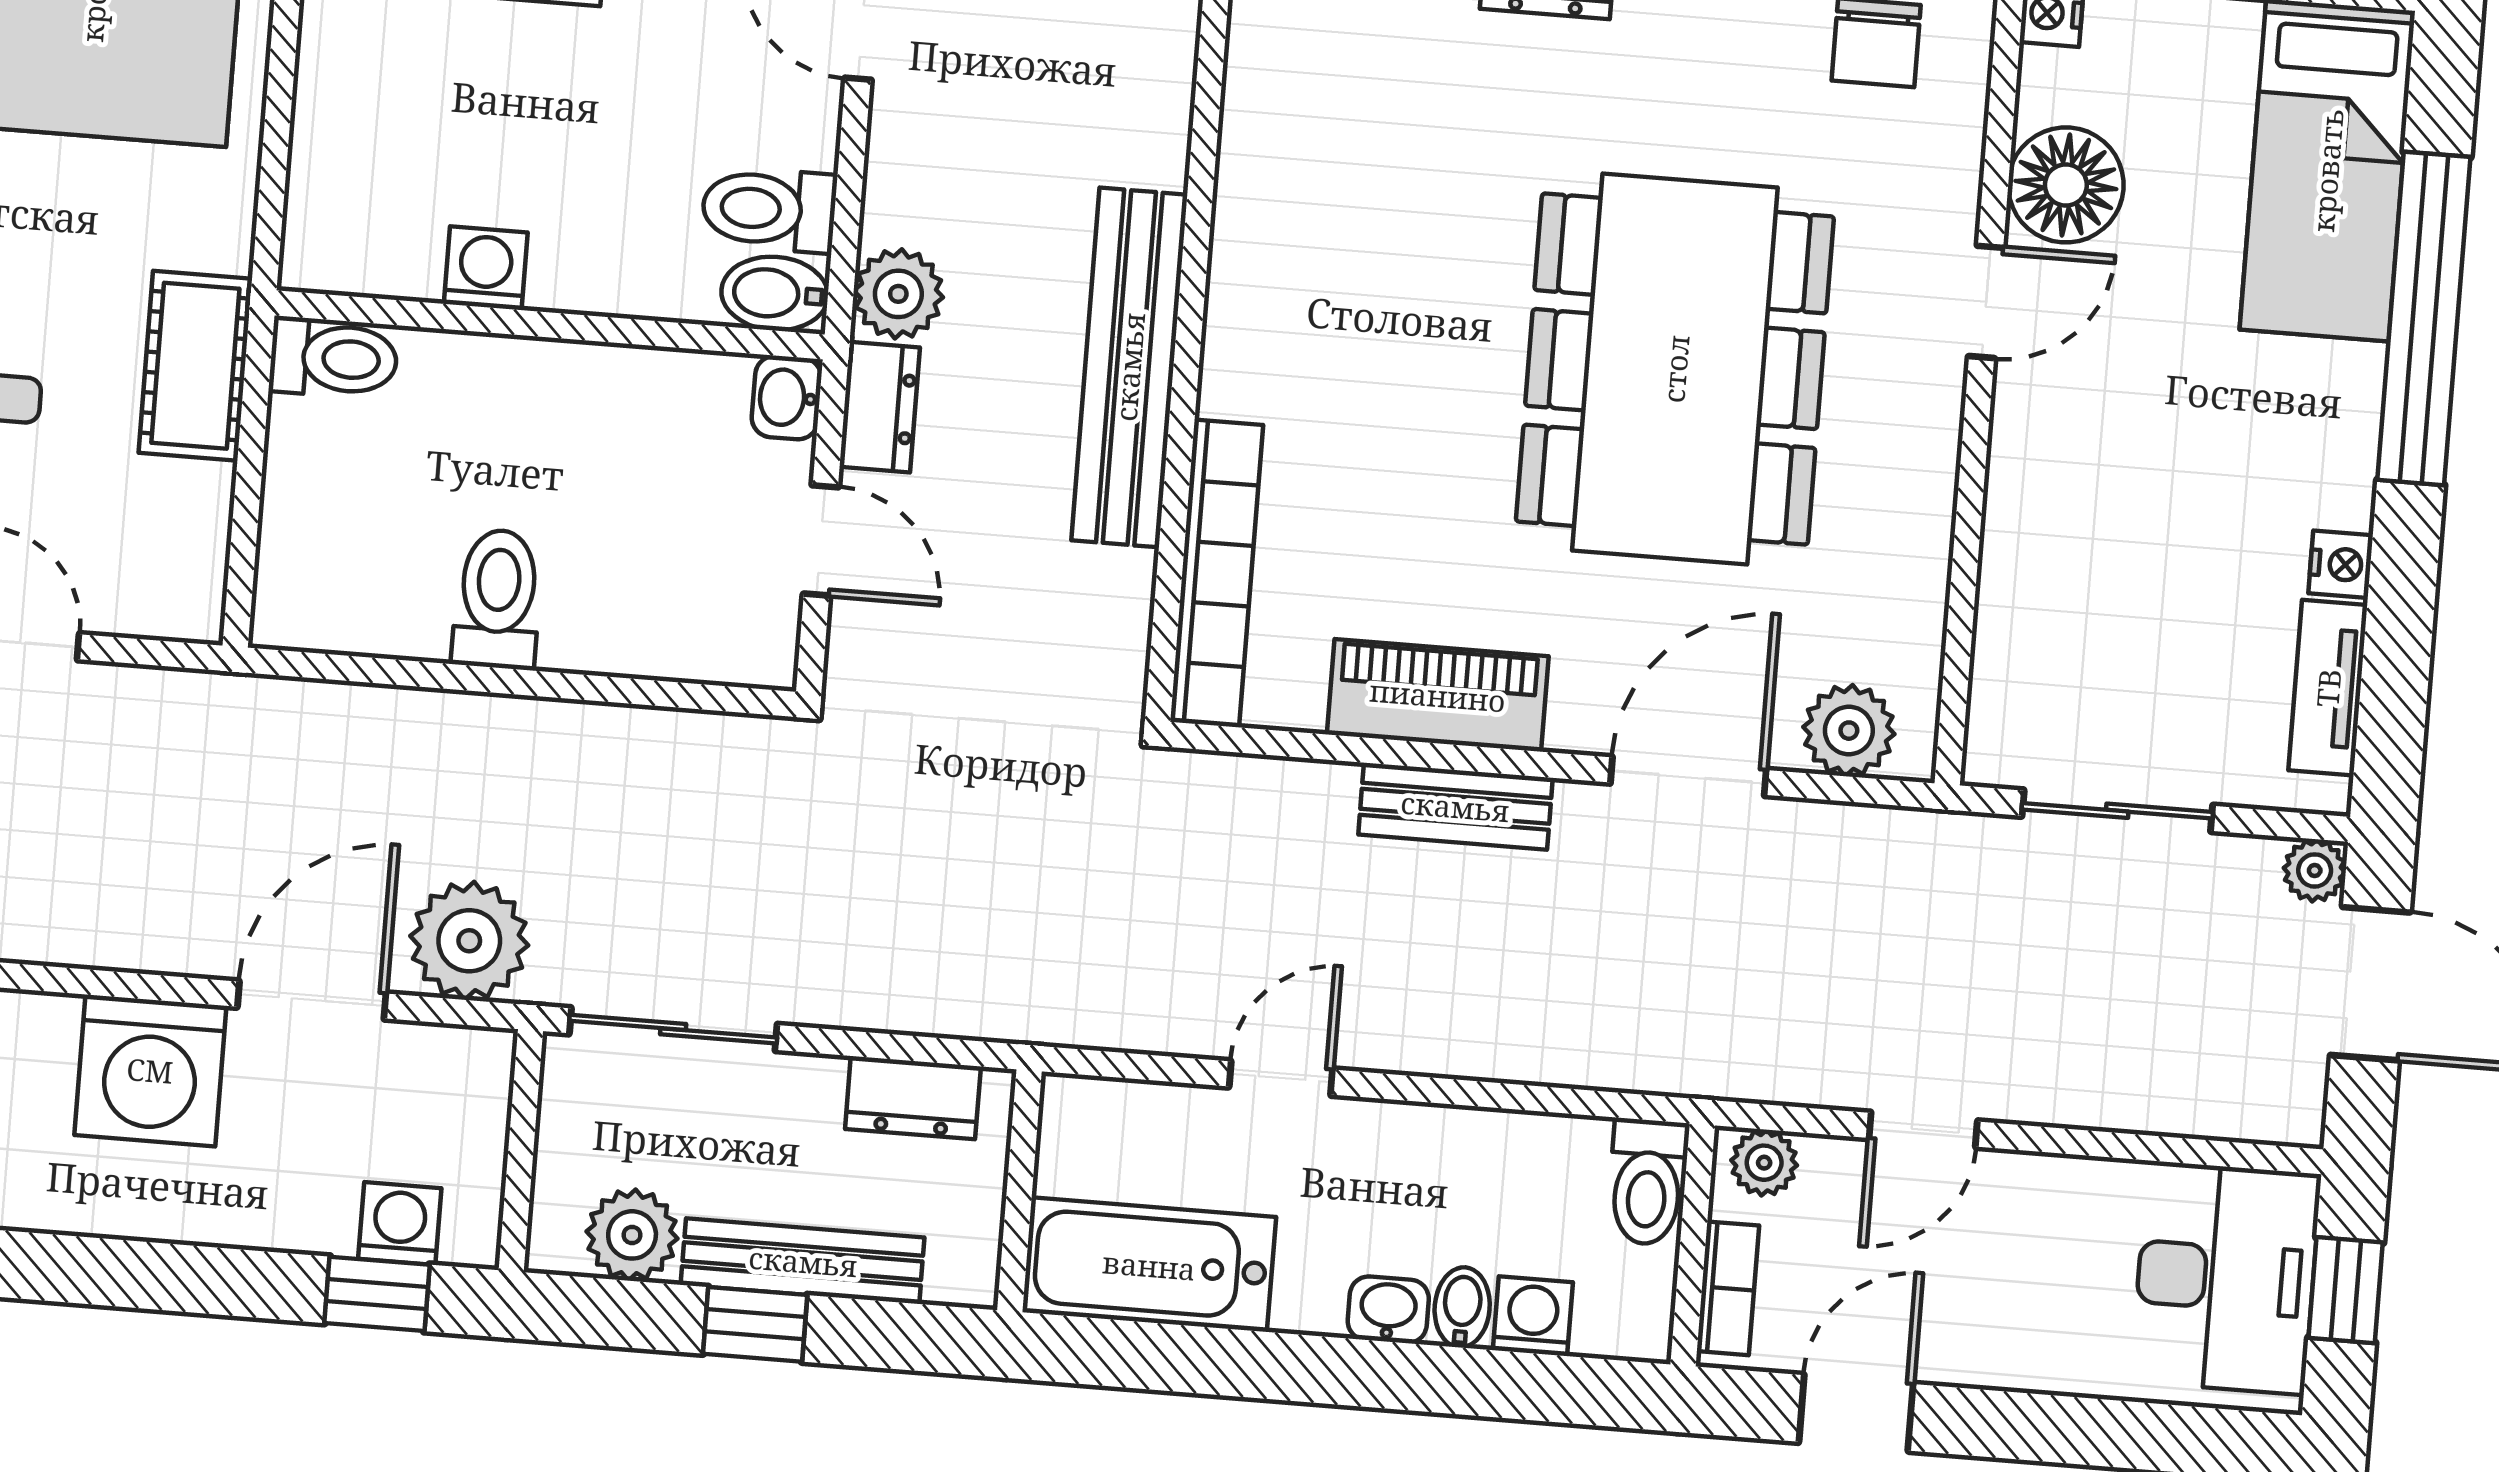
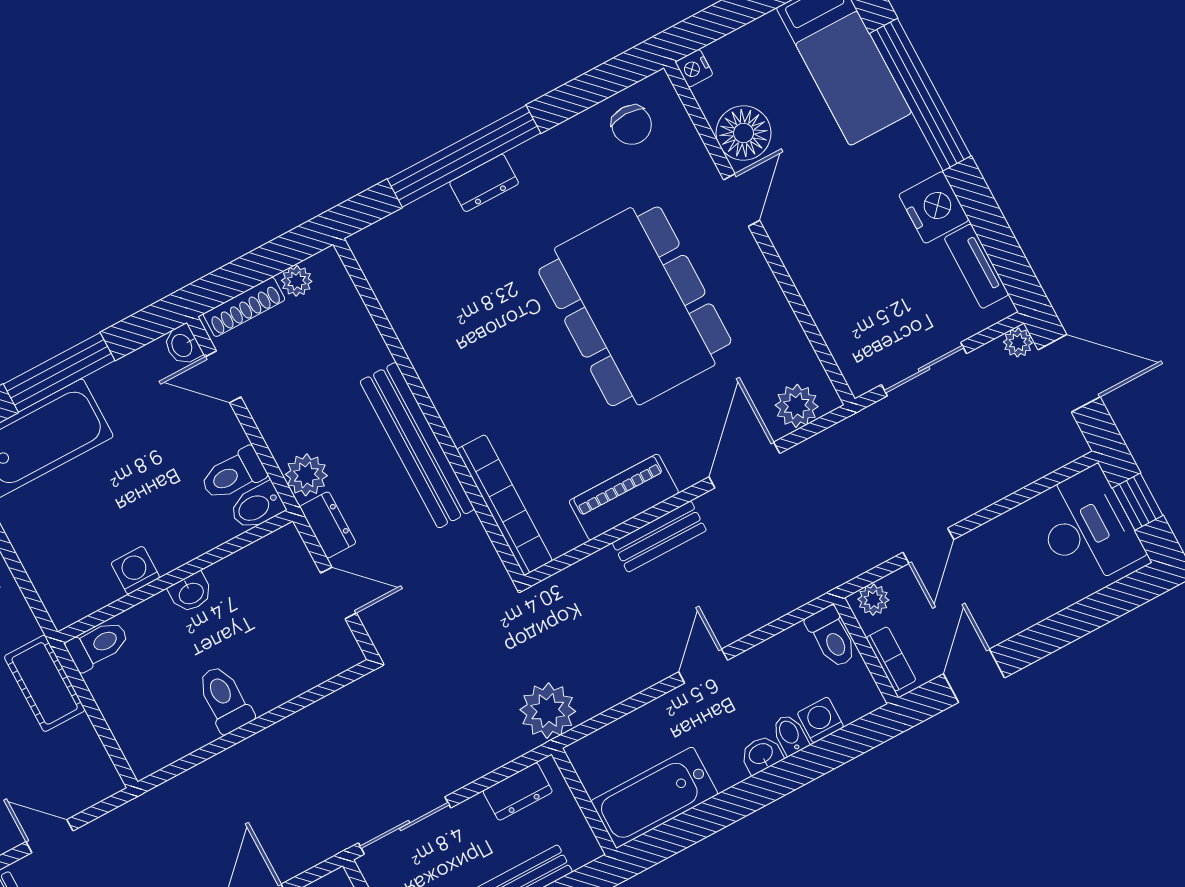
washbasin: (787, 398) -> (191, 593), moved, turned -90
nightstand: (2341, 564) -> (934, 207), width x1.89, depth x1.79
plant: (469, 941) -> (548, 711), moved
door: (1281, 1078) -> (703, 666), moved

